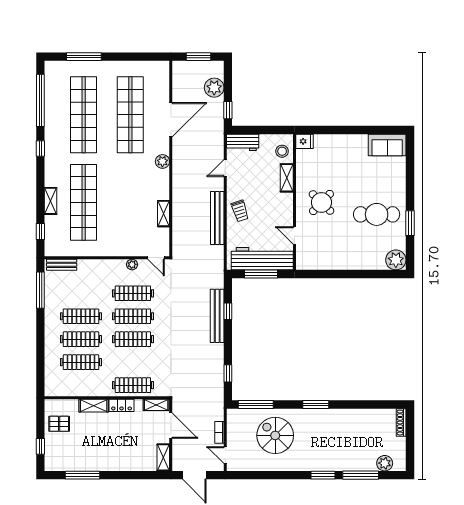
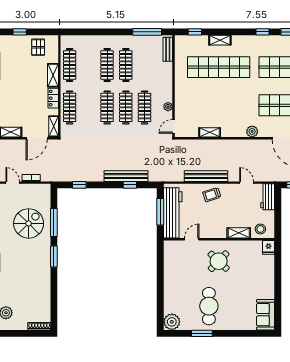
clothes rail: (81, 362) -> (70, 65), moved
window: (256, 404) -> (54, 223), moved
door: (225, 455) -> (13, 183), hinge flipped

